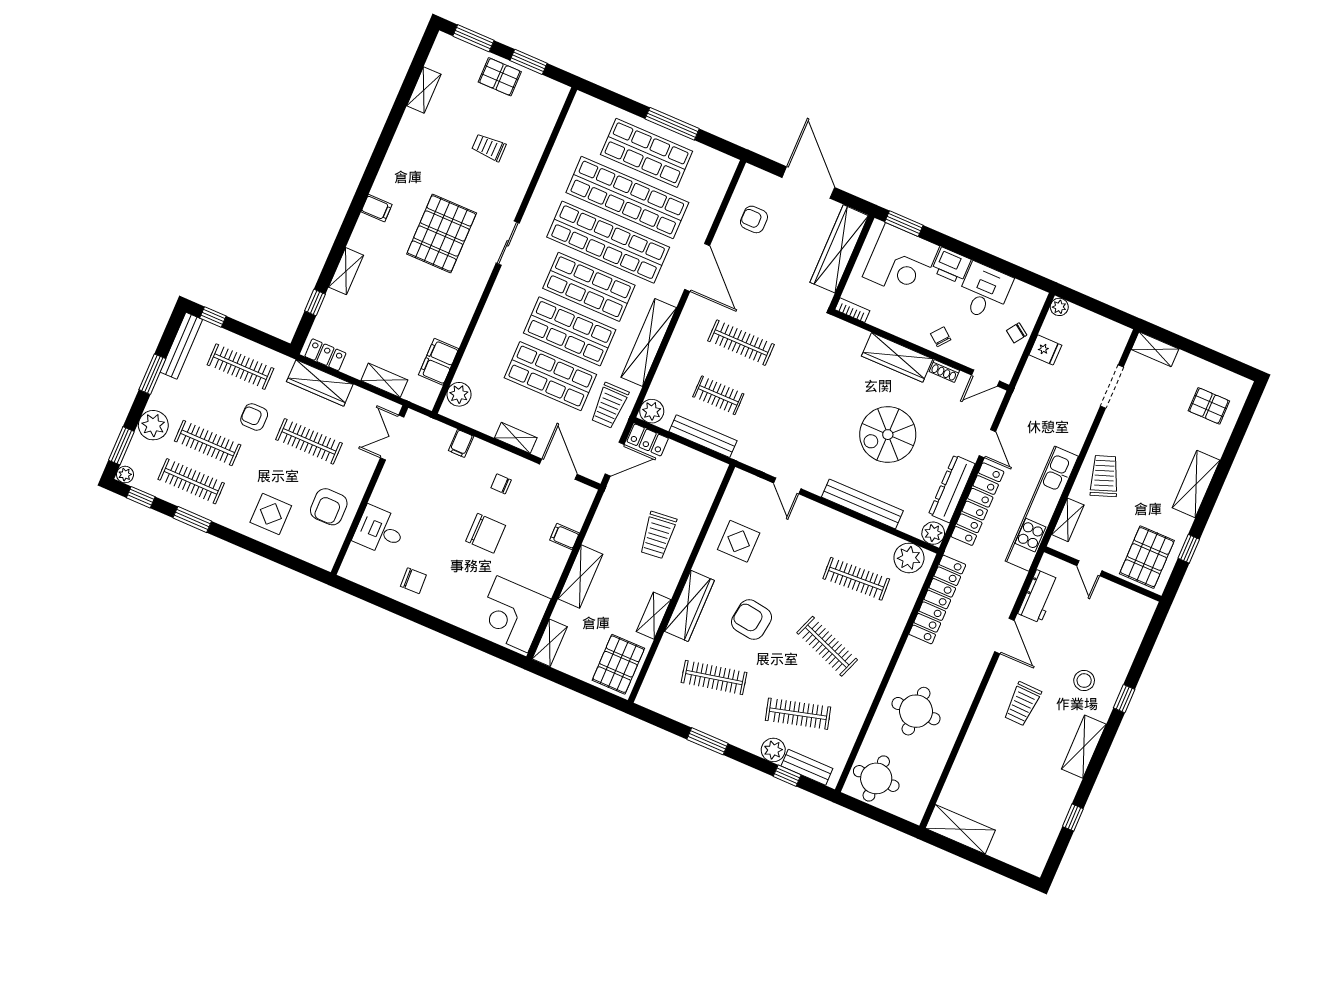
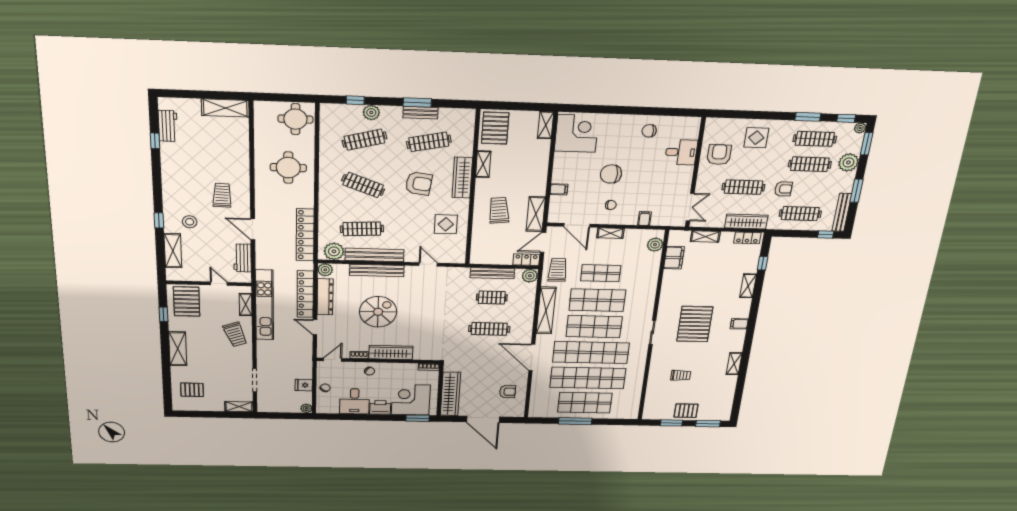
shelving: (424, 90) -> (734, 364), moved
shop shelf: (550, 376) -> (601, 273), width x0.70, depth x0.74
bench: (856, 530) -> (374, 255), added
shelving: (580, 576) -> (536, 214), moved
shelving: (1084, 747) -> (173, 251), moved
bench: (807, 767) -> (420, 113), moved
workbench: (1046, 832) -> (168, 126), added

